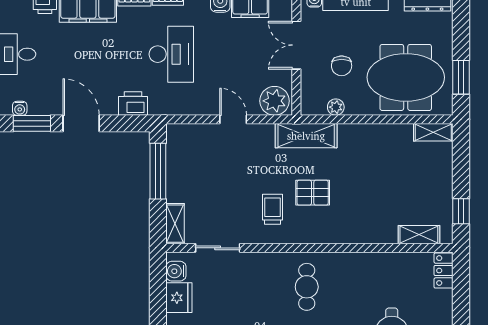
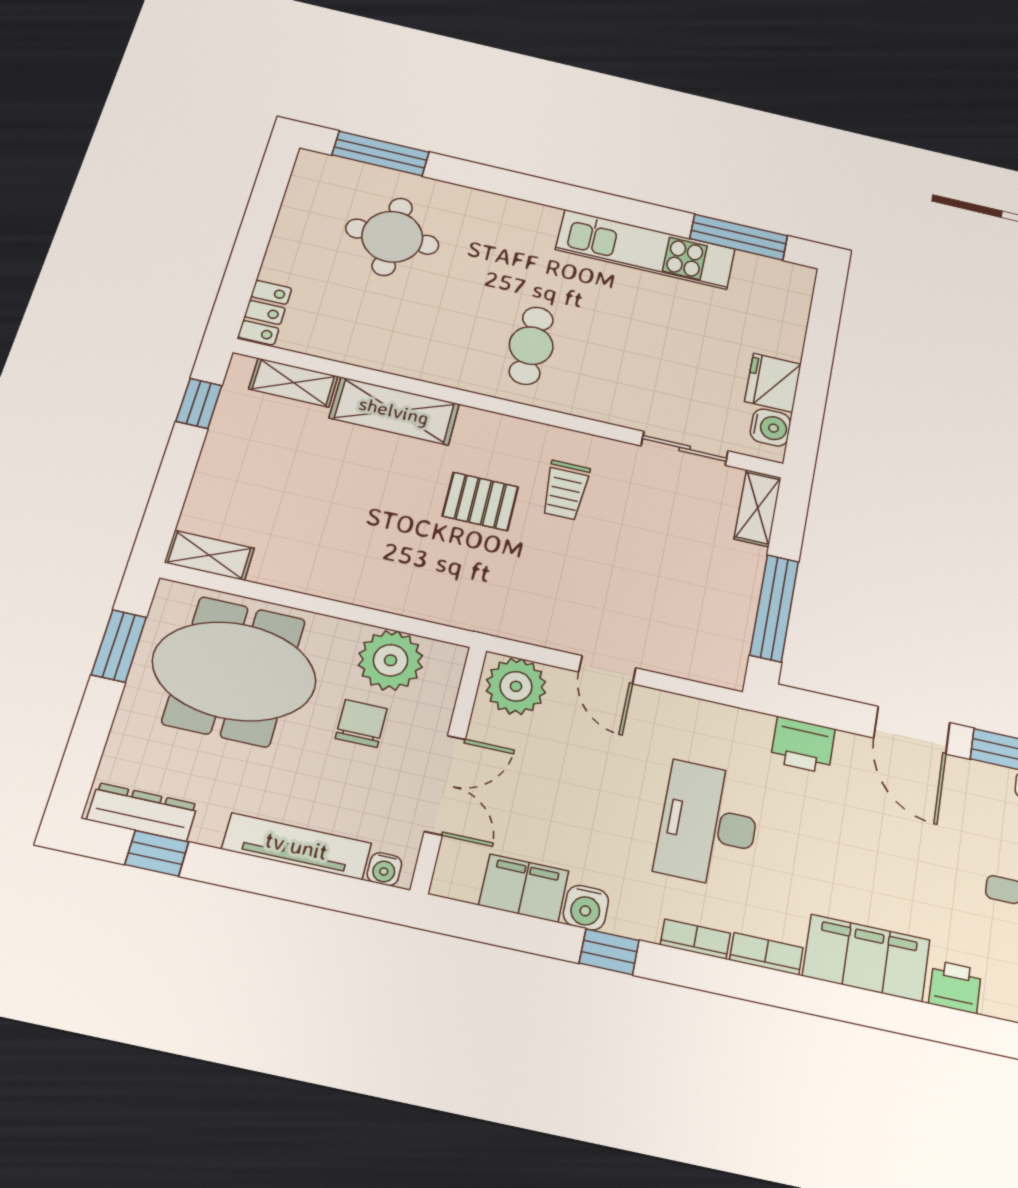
plant: (336, 107) -> (391, 660), width x1.88, depth x1.88
shelving: (306, 136) -> (394, 411), moved

